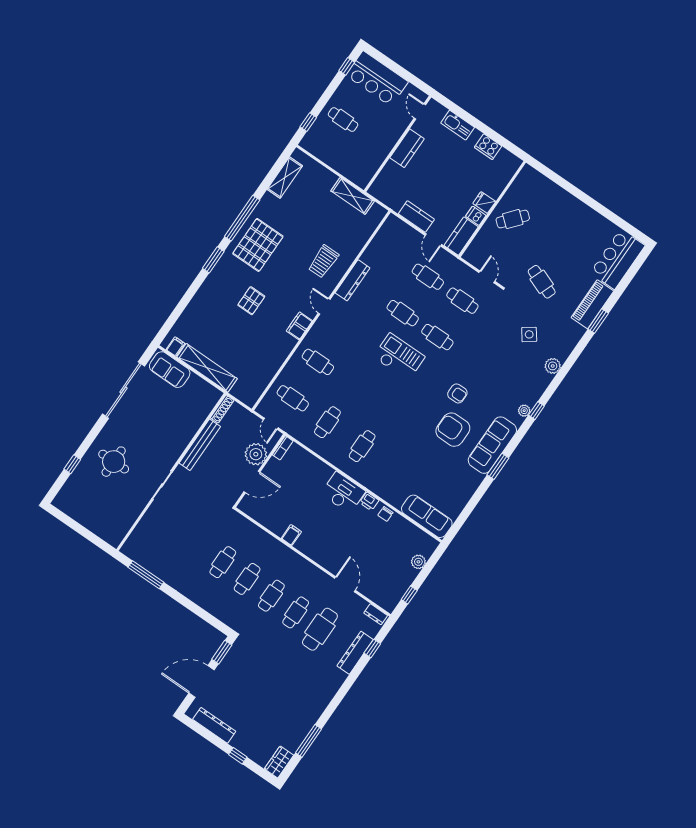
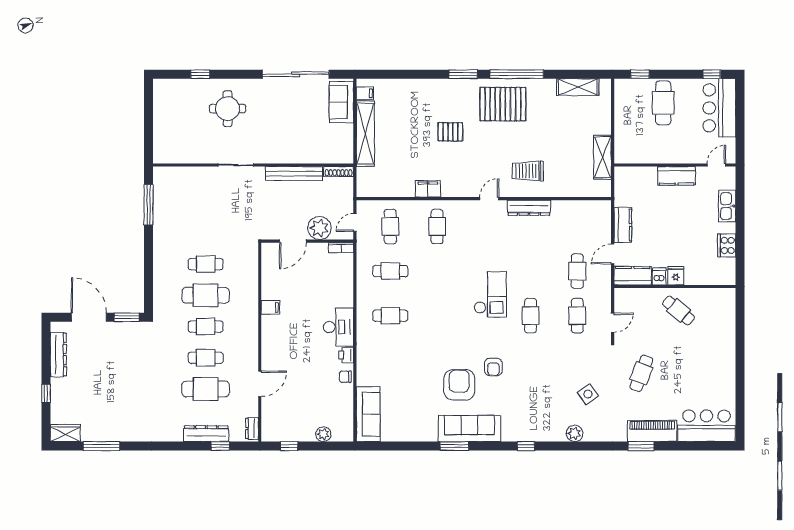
cafe table: (343, 120) -> (663, 103), width x1.37, depth x1.35
cafe table: (403, 313) -> (530, 271), removed
filing cabinet: (299, 326) -> (428, 189), moved
plant: (524, 411) -> (519, 435), removed
door: (252, 482) -> (293, 241), hinge flipped
cafe table: (247, 579) -> (206, 295), width x1.37, depth x1.35

